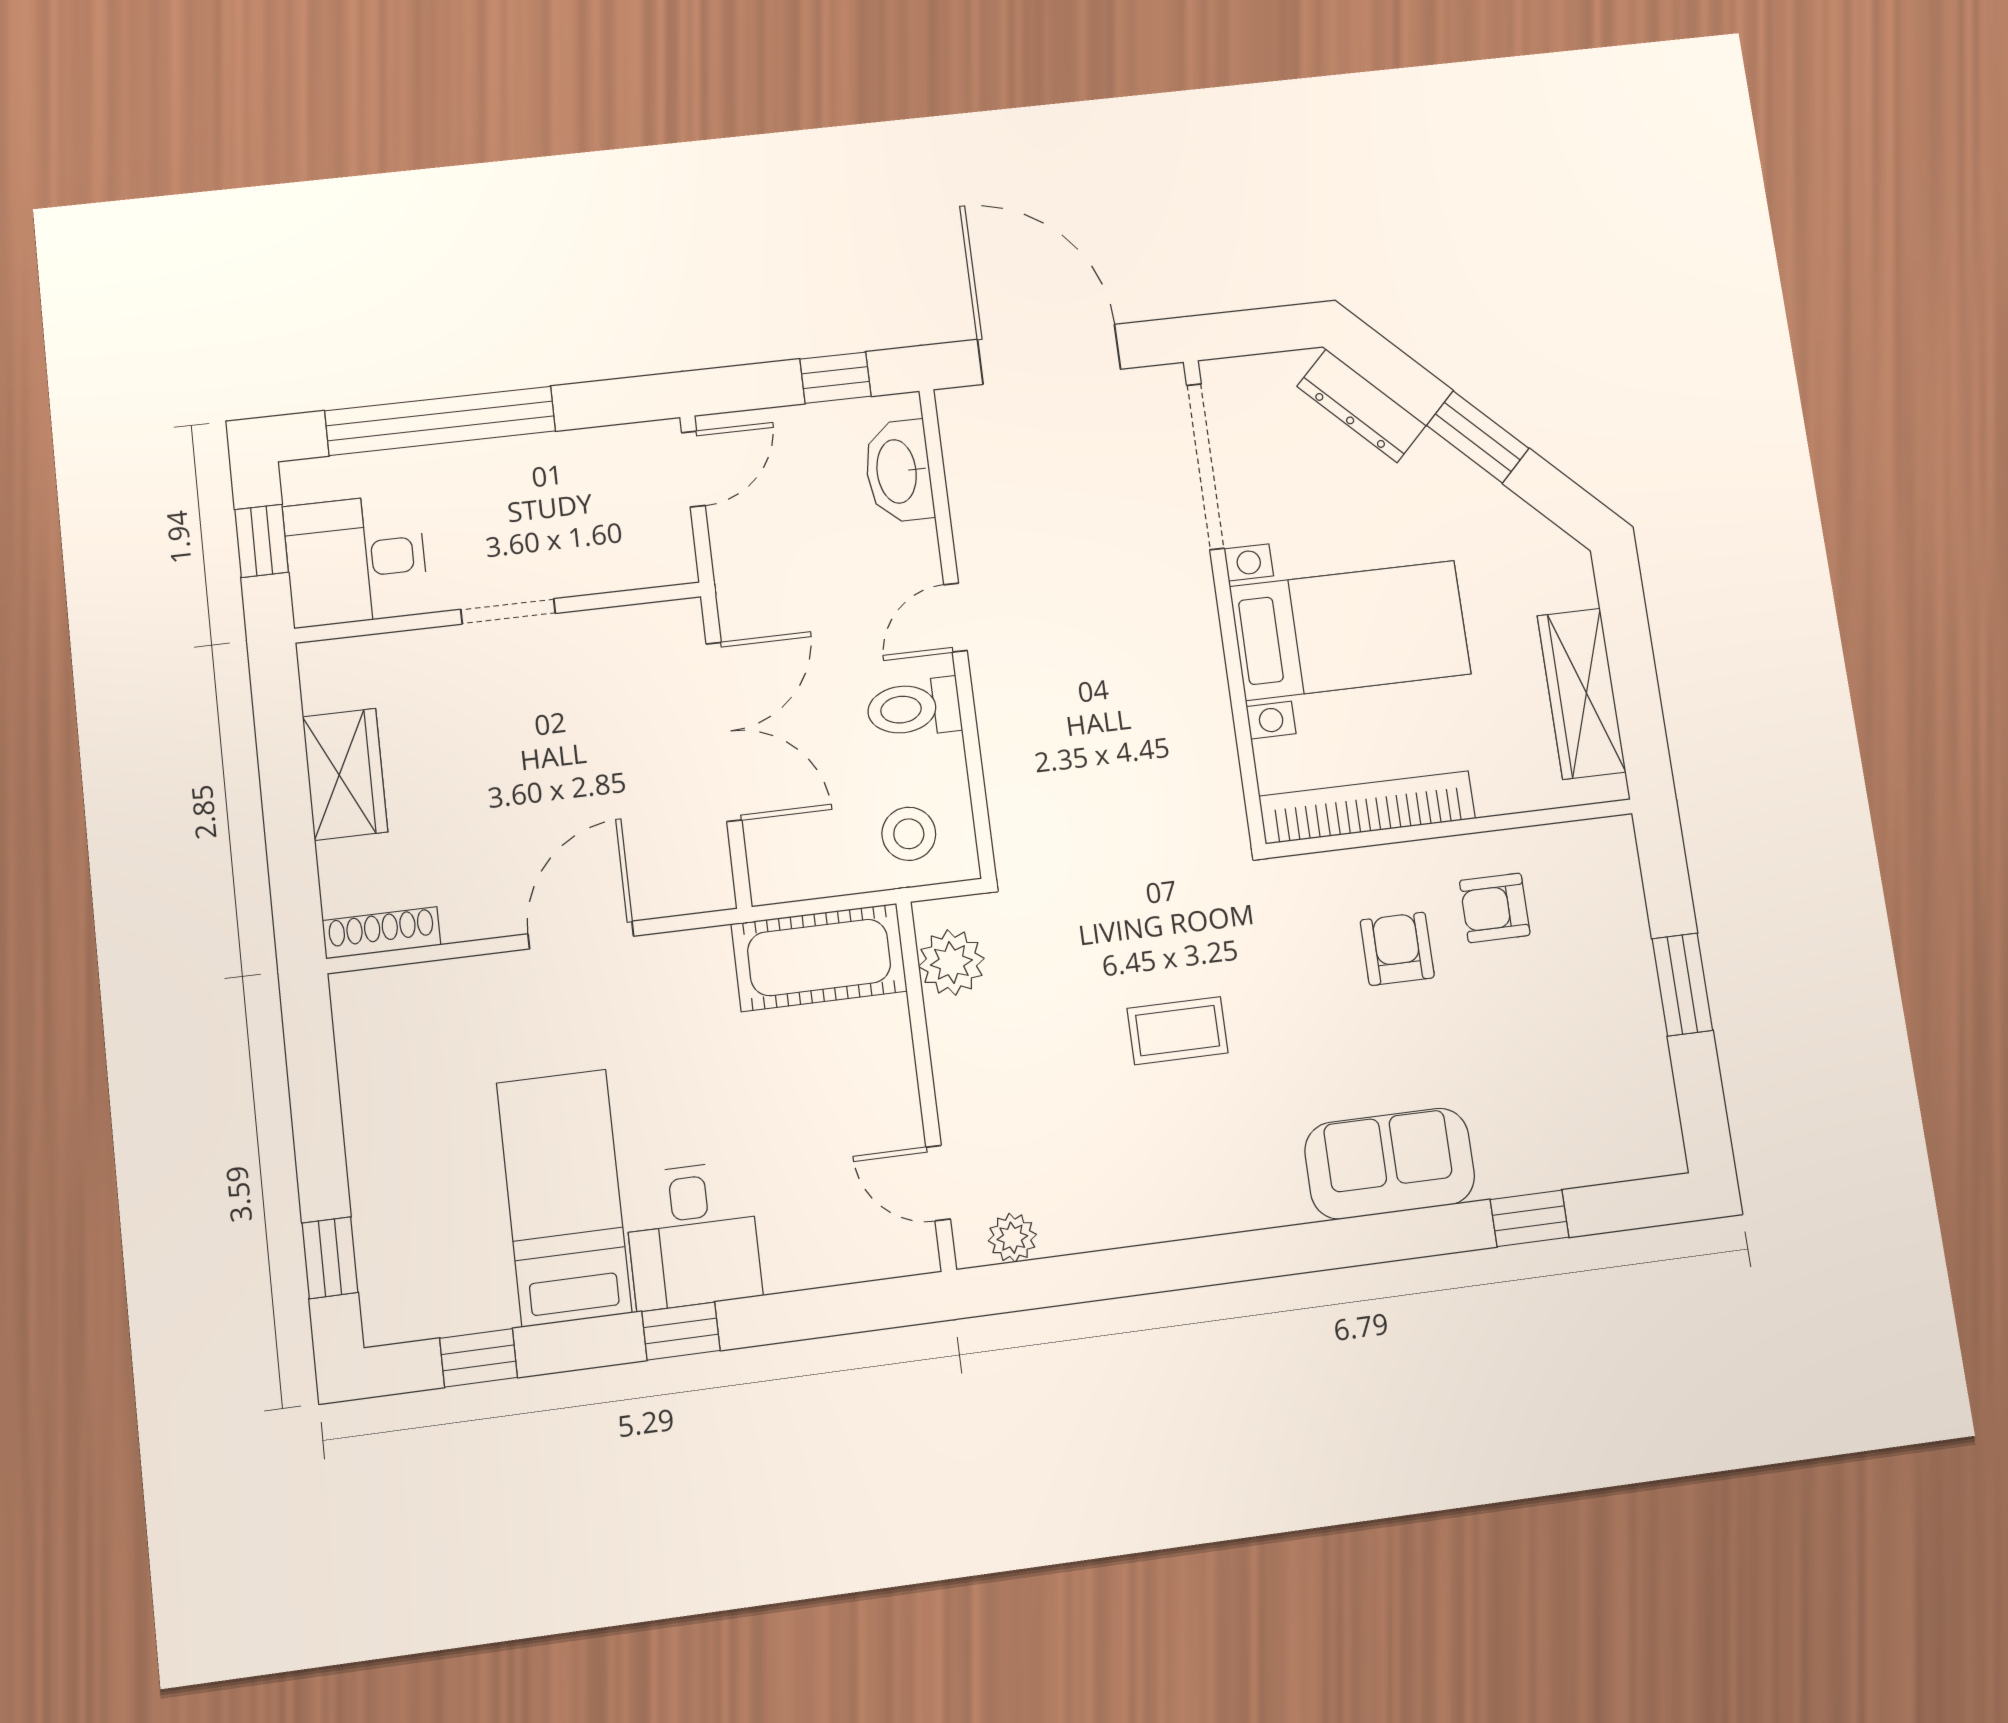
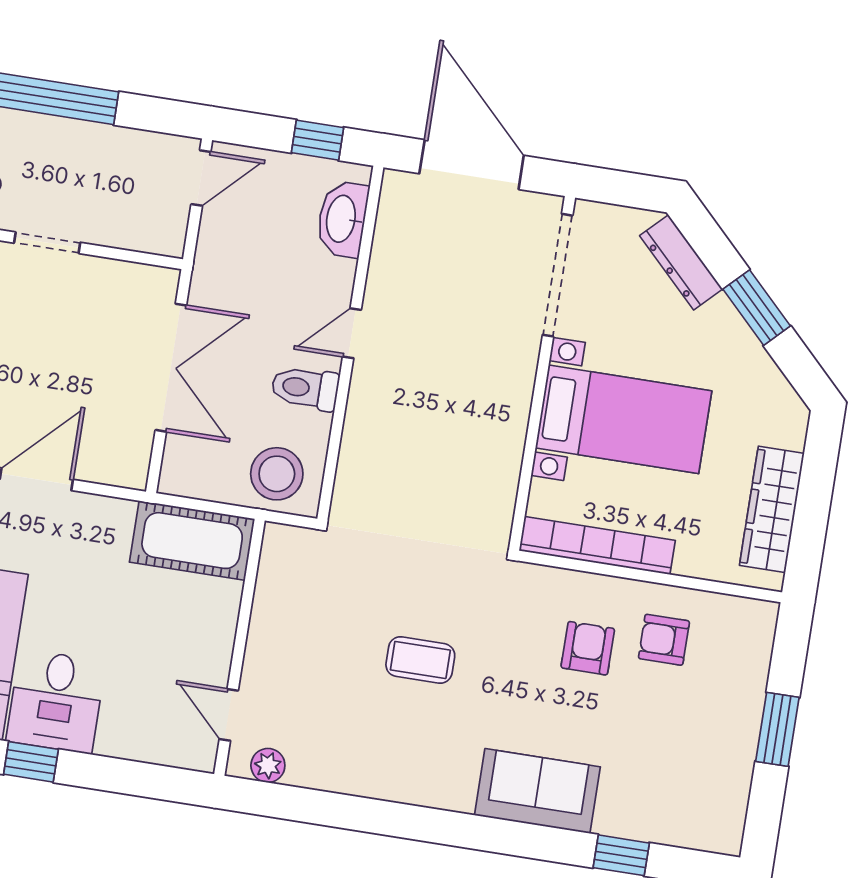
stool: (909, 834) -> (277, 474), width x1.38, depth x1.38
plant: (951, 962) -> (280, 570), removed

